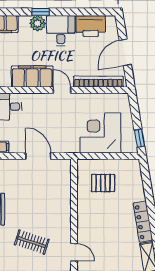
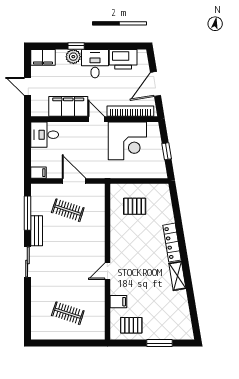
corner desk: (100, 133) -> (127, 141), moved, turned 180
window: (139, 138) -> (167, 151), moved
clothes rail: (32, 242) -> (68, 210), moved
door: (74, 252) -> (107, 271), swing flipped

